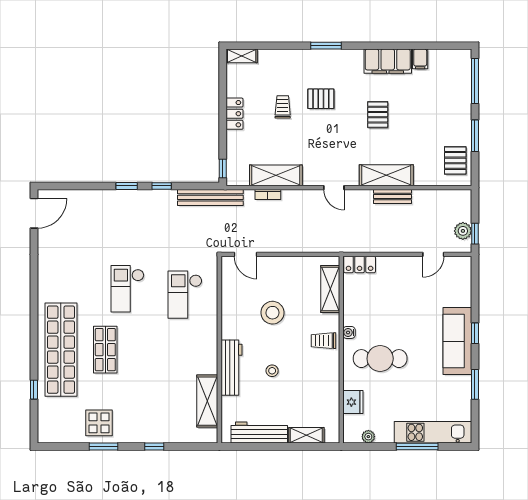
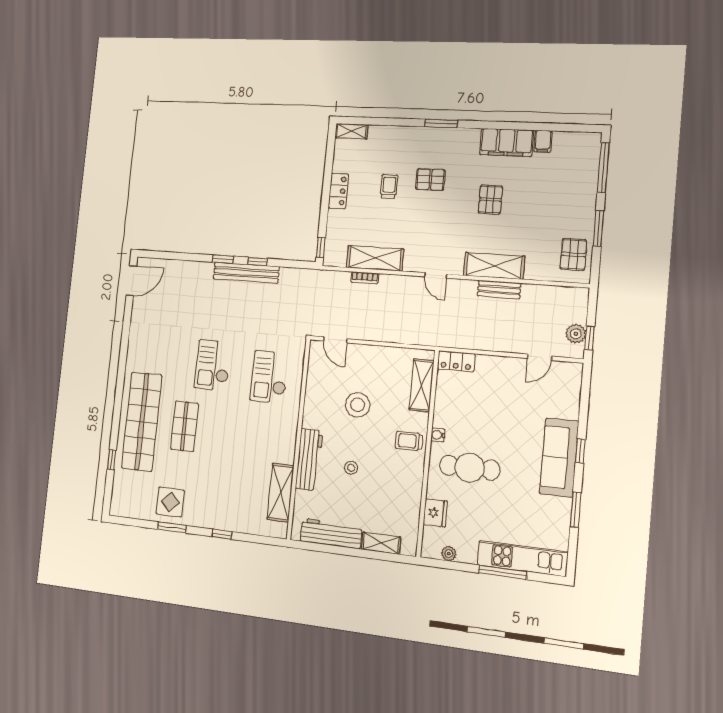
bench: (210, 197) -> (246, 273), moved

